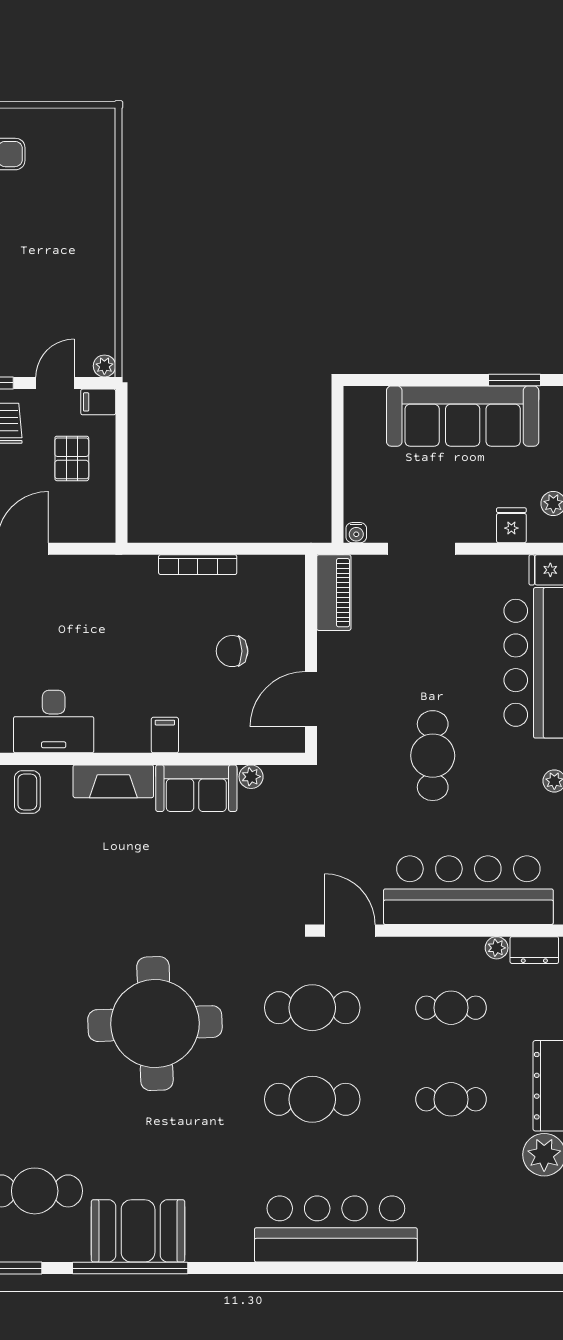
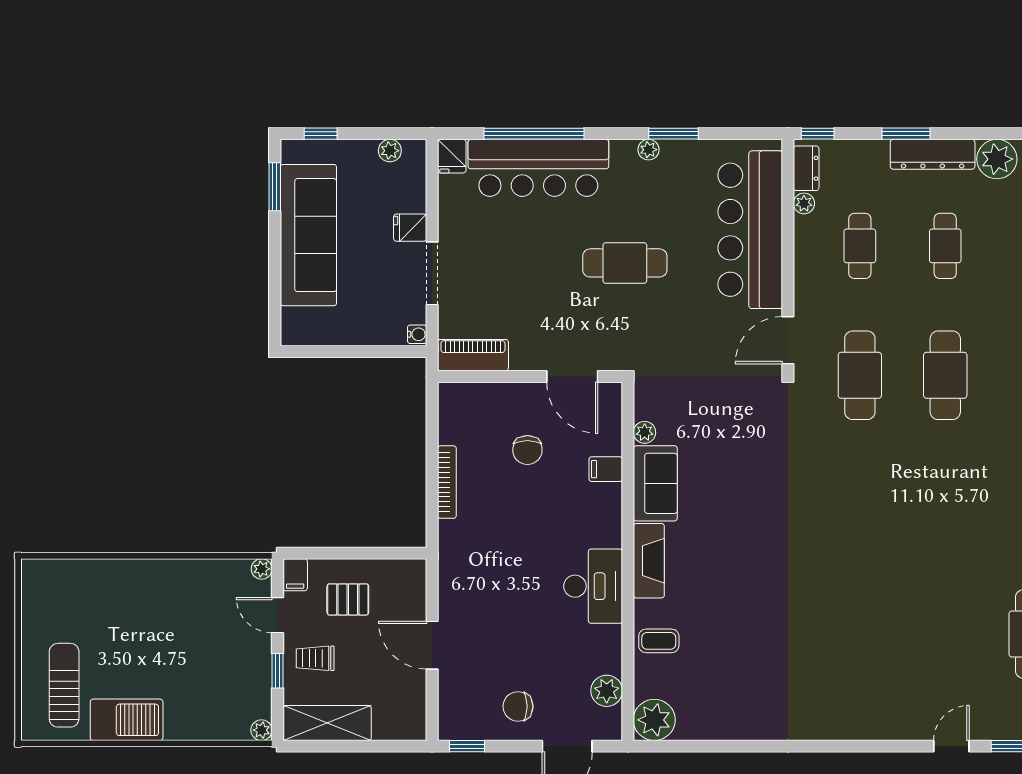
fridge: (511, 525) -> (410, 228), moved
desk: (54, 722) -> (593, 586), moved
filing cabinet: (165, 735) -> (606, 469), moved
round table: (155, 1024) -> (875, 522), removed

